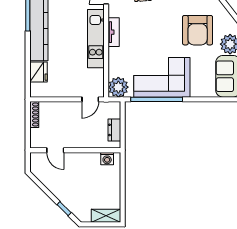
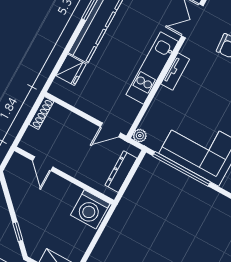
plant: (118, 87) -> (140, 136), width x0.53, depth x0.53
dresser: (114, 130) -> (121, 172), width x1.44
washing machine: (107, 159) -> (90, 209), width x1.89, depth x1.89

